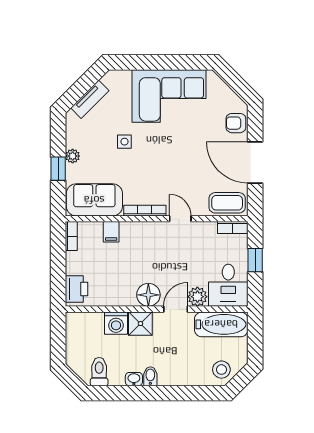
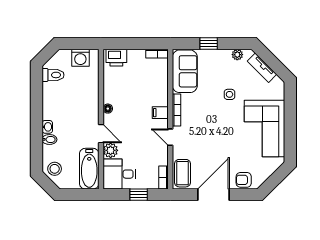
armchair: (236, 123) -> (244, 180), turned -90
plant: (73, 156) -> (237, 55), moved
door: (180, 219) -> (170, 137), swing flipped
filing cabinet: (111, 232) -> (160, 113), moved
floor lamp: (148, 295) -> (108, 109), width x0.53, depth x0.53
washing machine: (116, 323) -> (80, 58), moved, turned -90
shower: (140, 324) -> (90, 107), removed
bidet: (150, 376) -> (49, 139), moved
washbasin: (134, 379) -> (47, 127), moved

